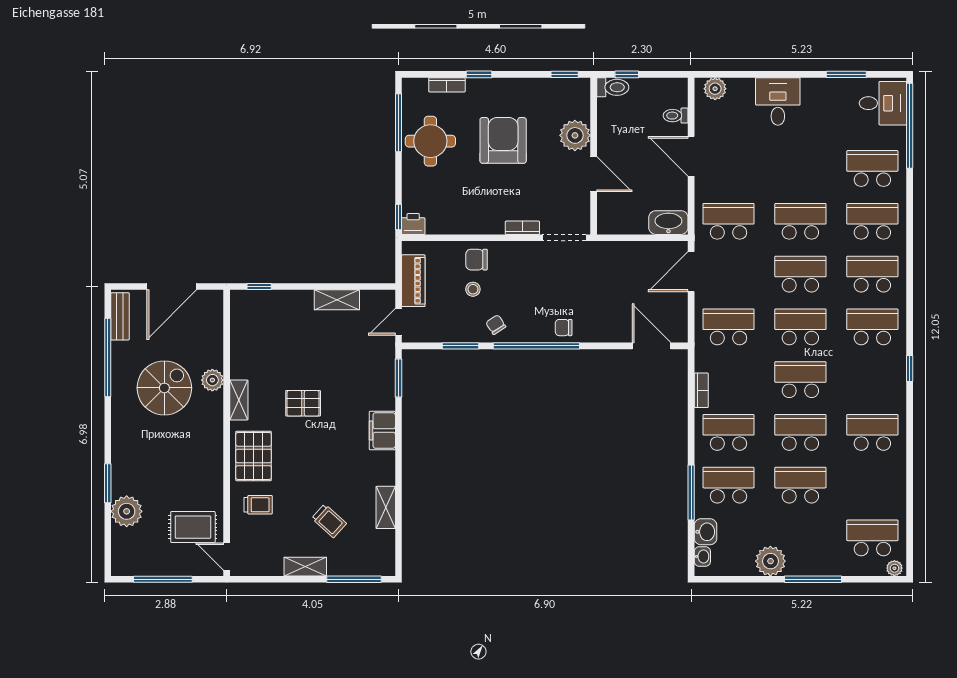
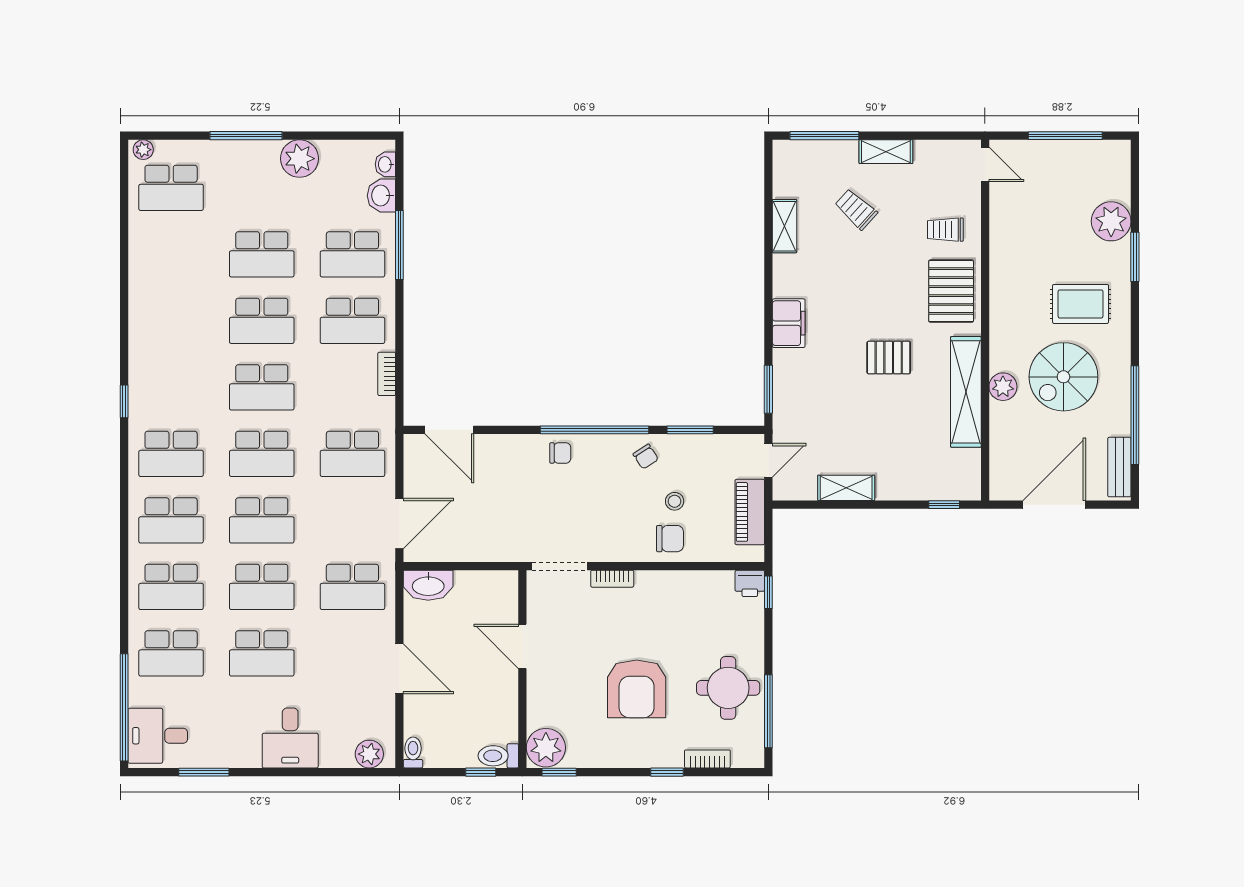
toilet: (676, 116) -> (413, 752), moved, turned -90
plant: (575, 135) -> (546, 748), moved
shelving: (239, 400) -> (966, 392), width x2.20, depth x1.33
school desk: (872, 432) -> (262, 653), moved
rug: (193, 527) -> (1081, 304), moved

